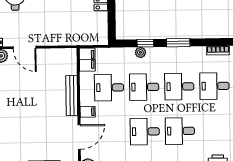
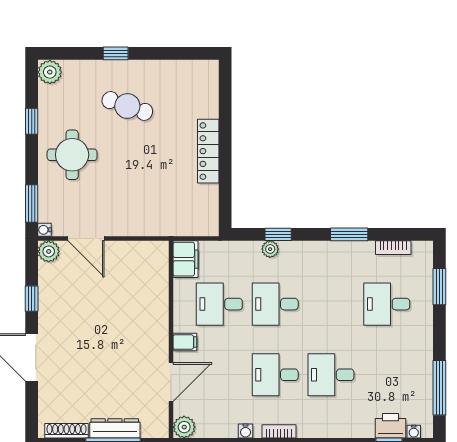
window: (178, 43) -> (349, 234), moved
desk: (179, 87) -> (331, 304), removed
bench: (72, 96) -> (160, 316), removed

